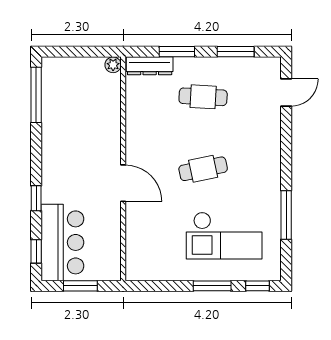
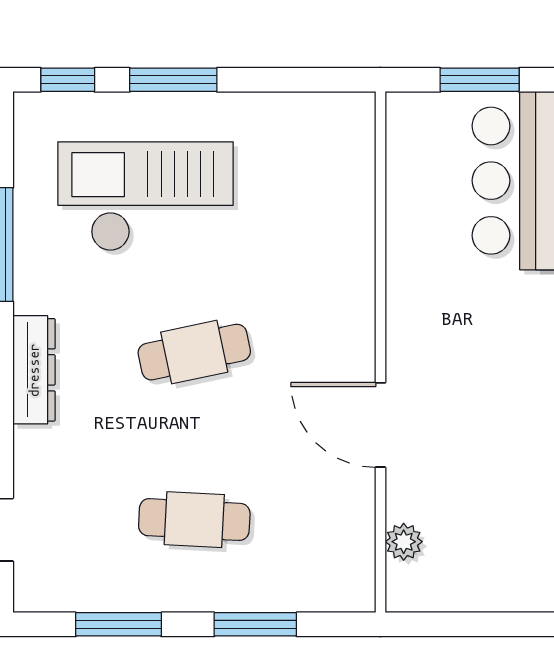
plant: (113, 65) -> (404, 542), moved
dresser: (150, 66) -> (34, 370), moved, turned 90
door: (123, 183) -> (380, 425), moved

